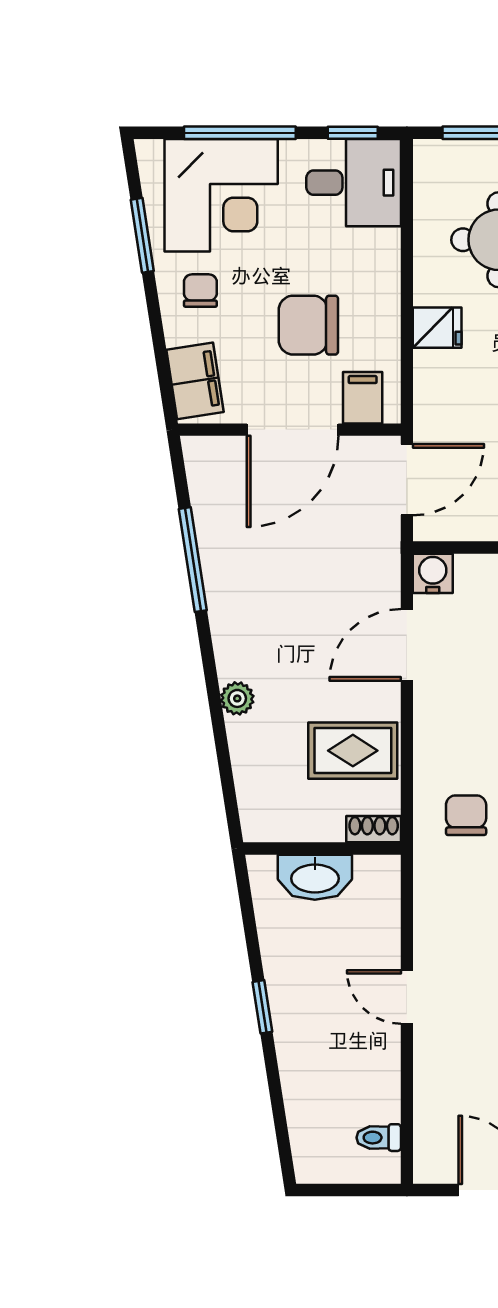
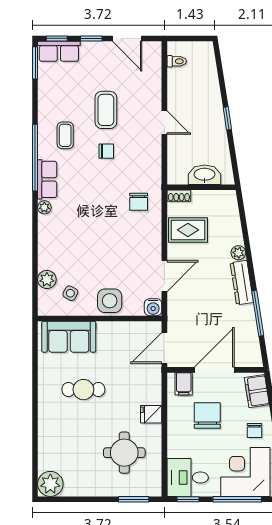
chair: (308, 325) -> (207, 415), turned -90
dresser: (229, 630) -> (242, 283), added

